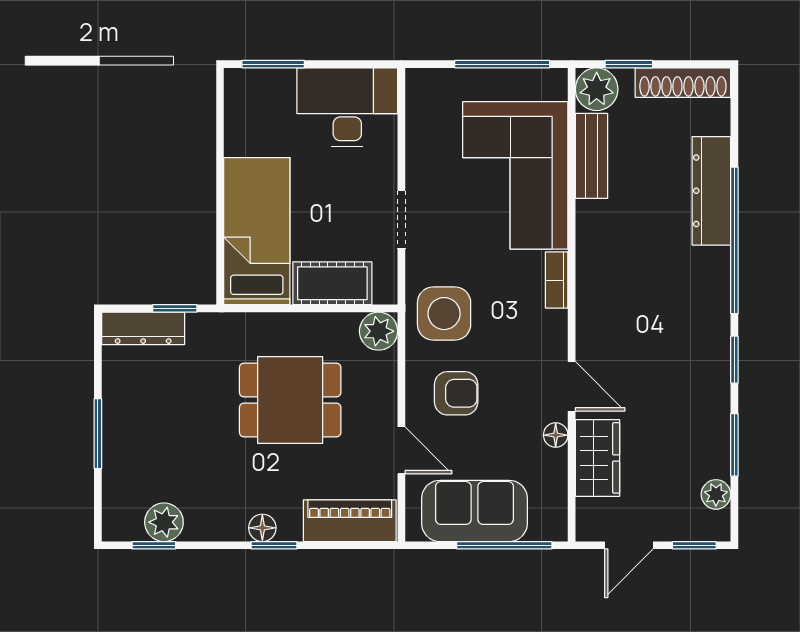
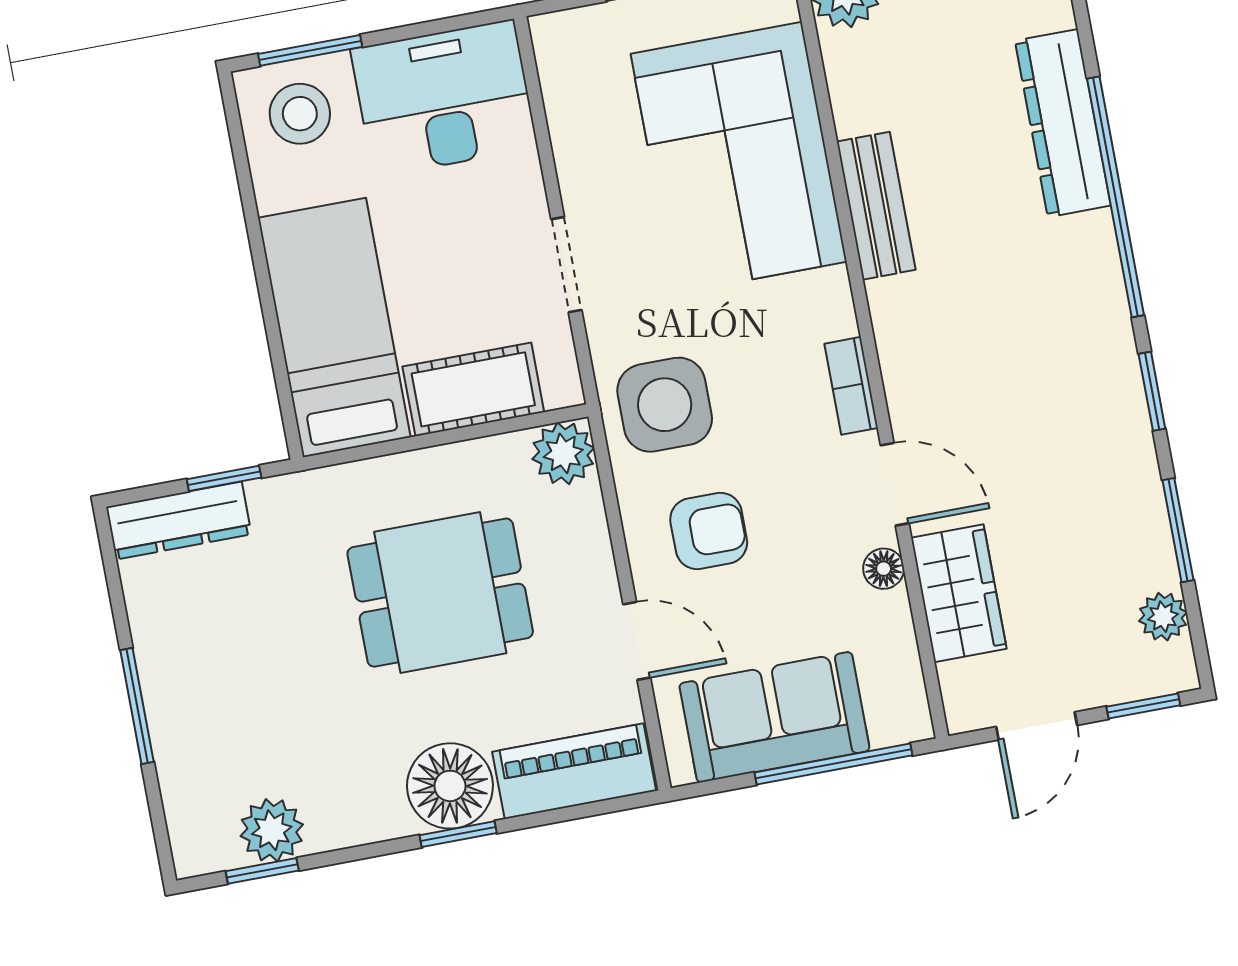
stool: (260, 101) -> (300, 114), added
bench: (591, 156) -> (876, 206), moved
bookcase: (557, 280) -> (851, 386), moved
floor lamp: (262, 528) -> (450, 786), width x1.89, depth x1.89

